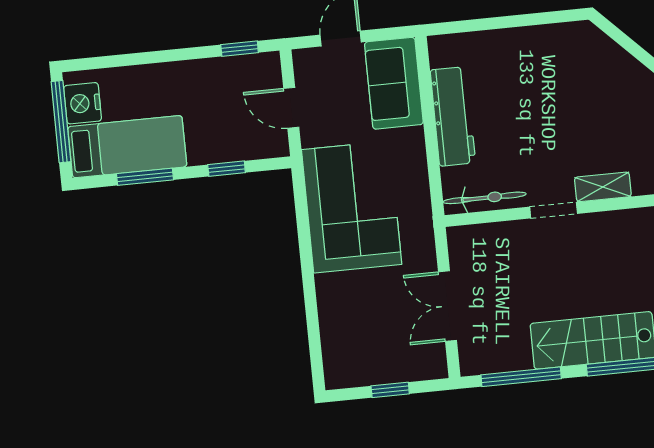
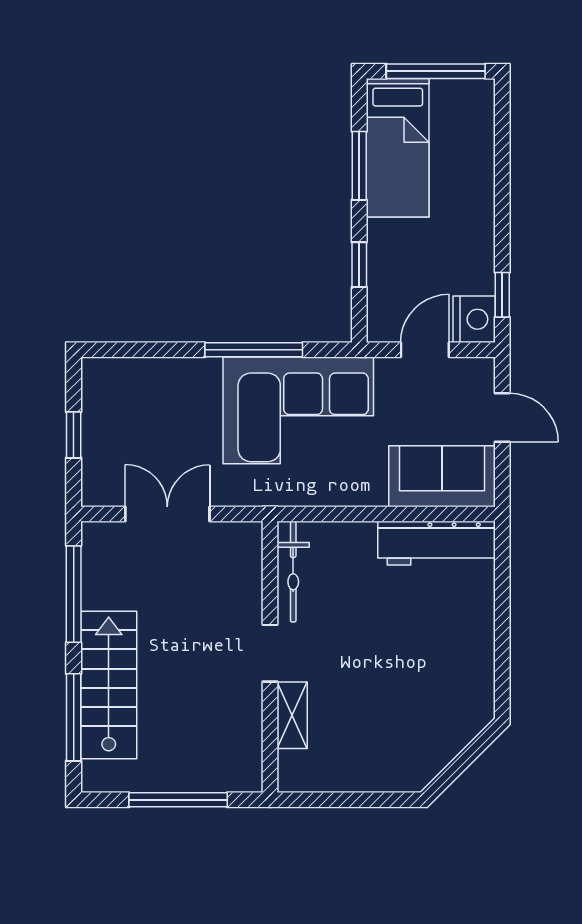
nightstand: (83, 103) -> (474, 319), moved, turned 90
workbench: (453, 116) -> (437, 543), moved
window: (305, 249) -> (254, 350), added

